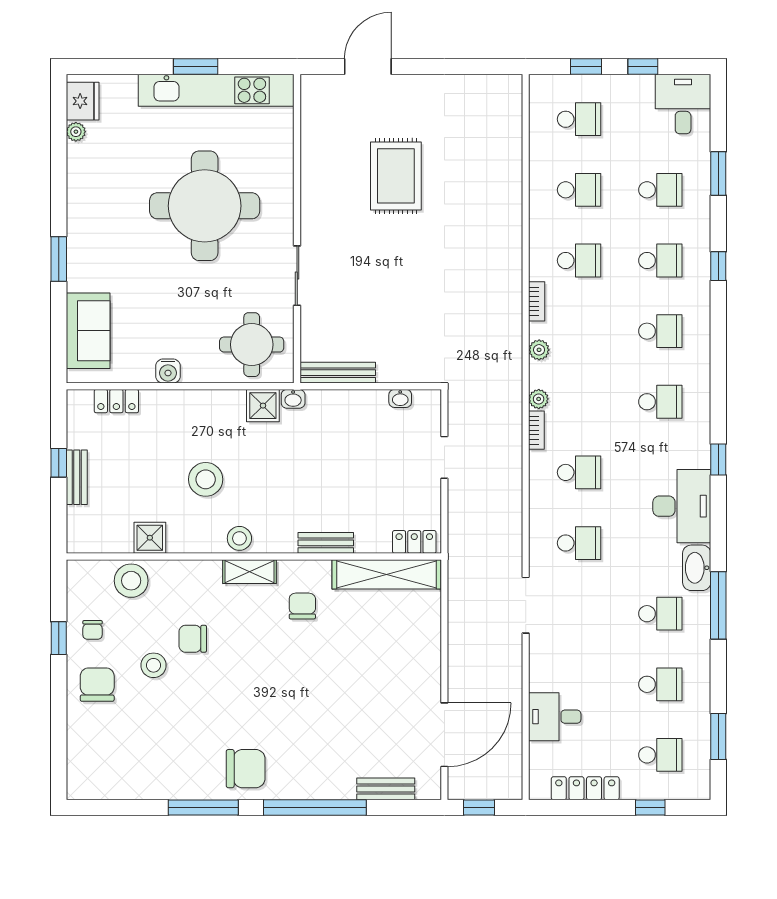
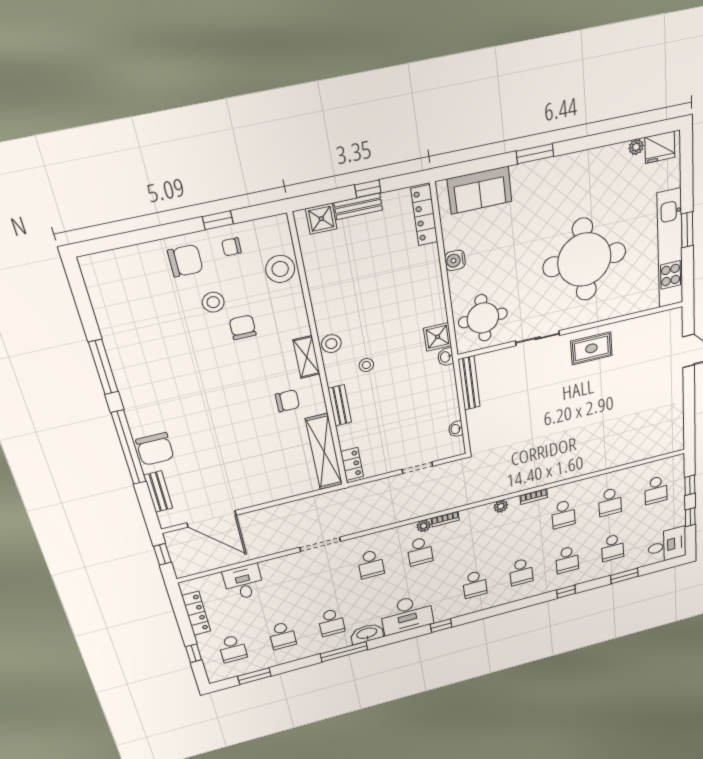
rug: (396, 176) -> (591, 348), moved, width x0.73, depth x0.70
plant: (539, 399) -> (424, 526), moved
locker: (116, 401) -> (424, 215), width x1.53
stool: (206, 479) -> (366, 365), moved, width x0.53, depth x0.53
shower: (150, 538) -> (321, 219), moved
chair: (246, 769) -> (155, 449), moved

